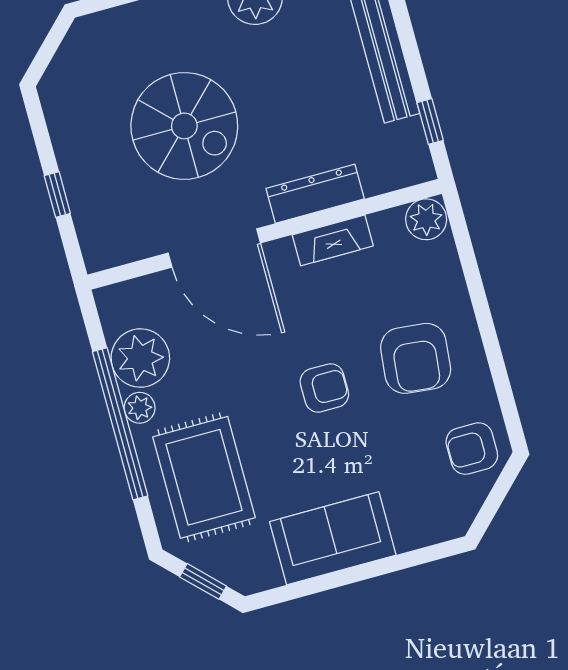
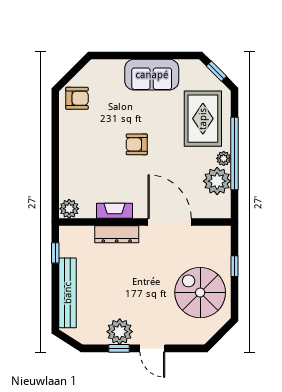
spiral stairs: (184, 126) -> (200, 293), moved
armchair: (416, 358) -> (91, 146), removed

